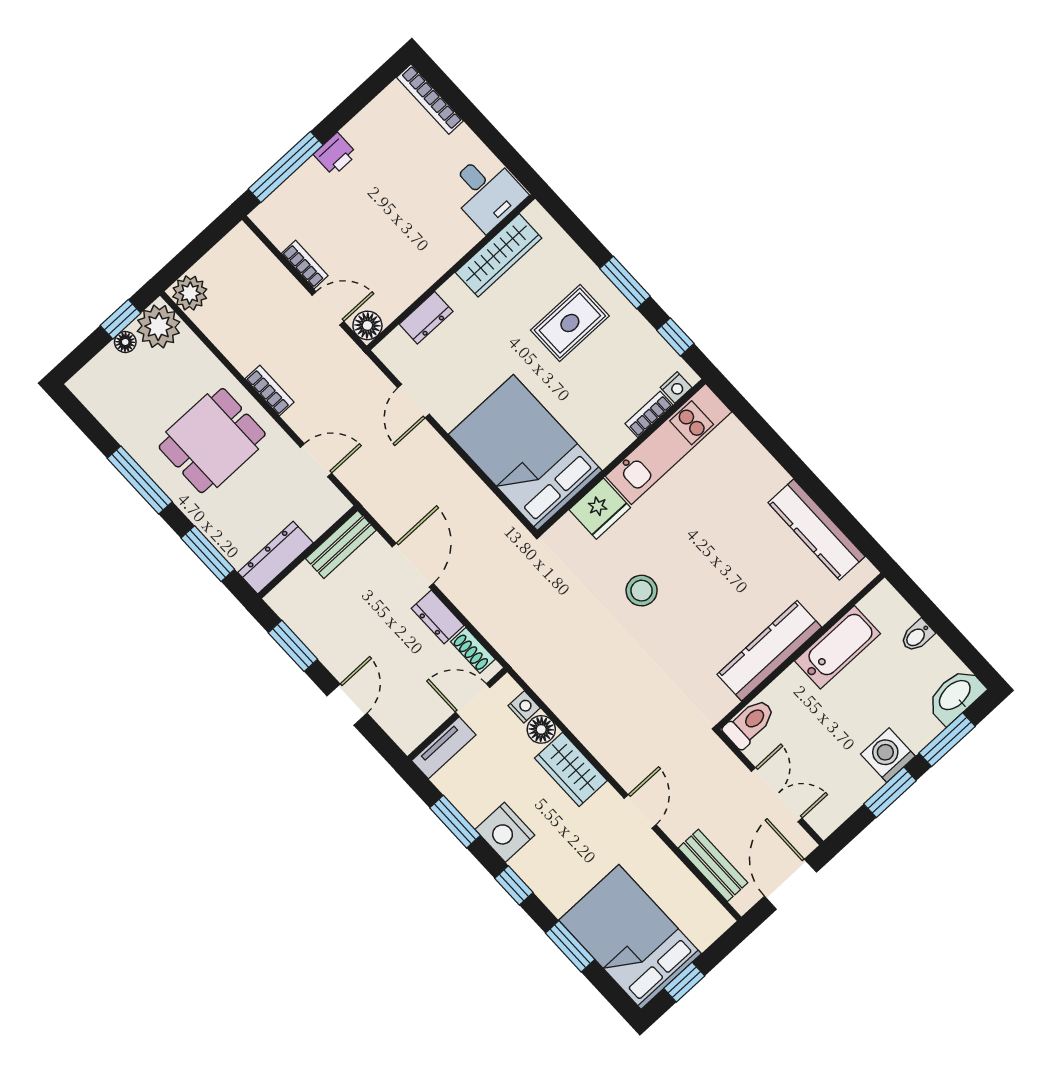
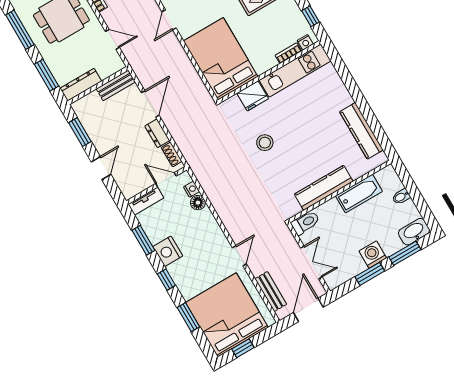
wardrobe: (571, 769) -> (209, 226), removed
bed: (630, 937) -> (227, 315), width x1.36

